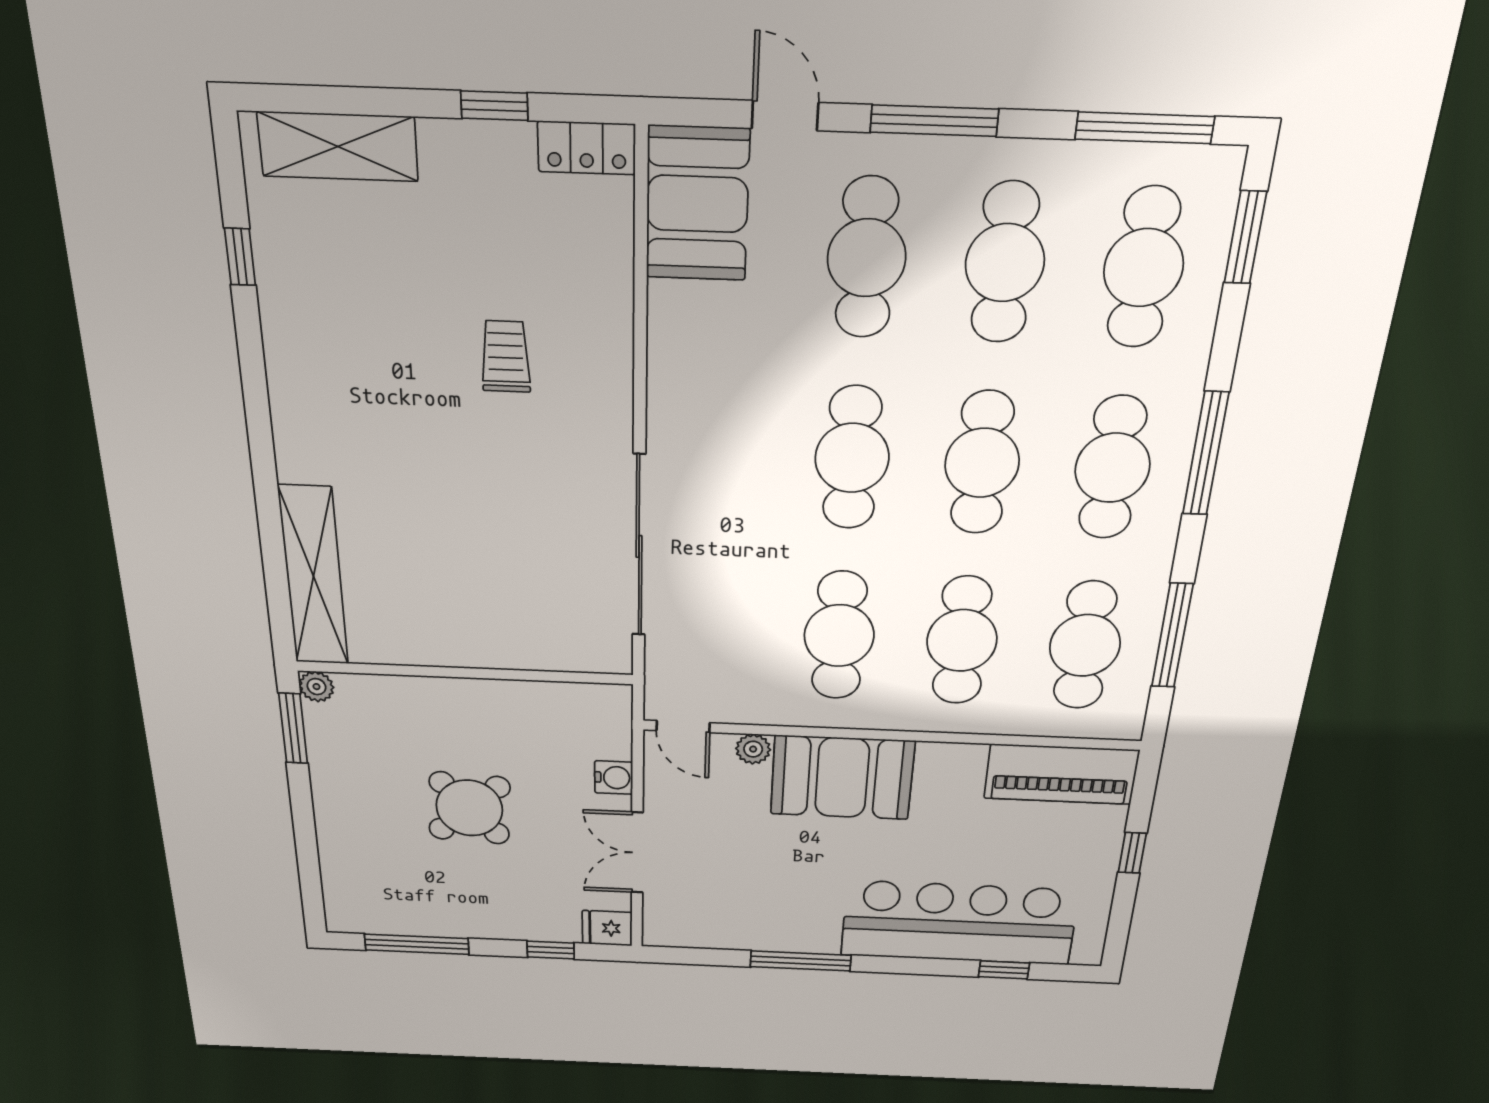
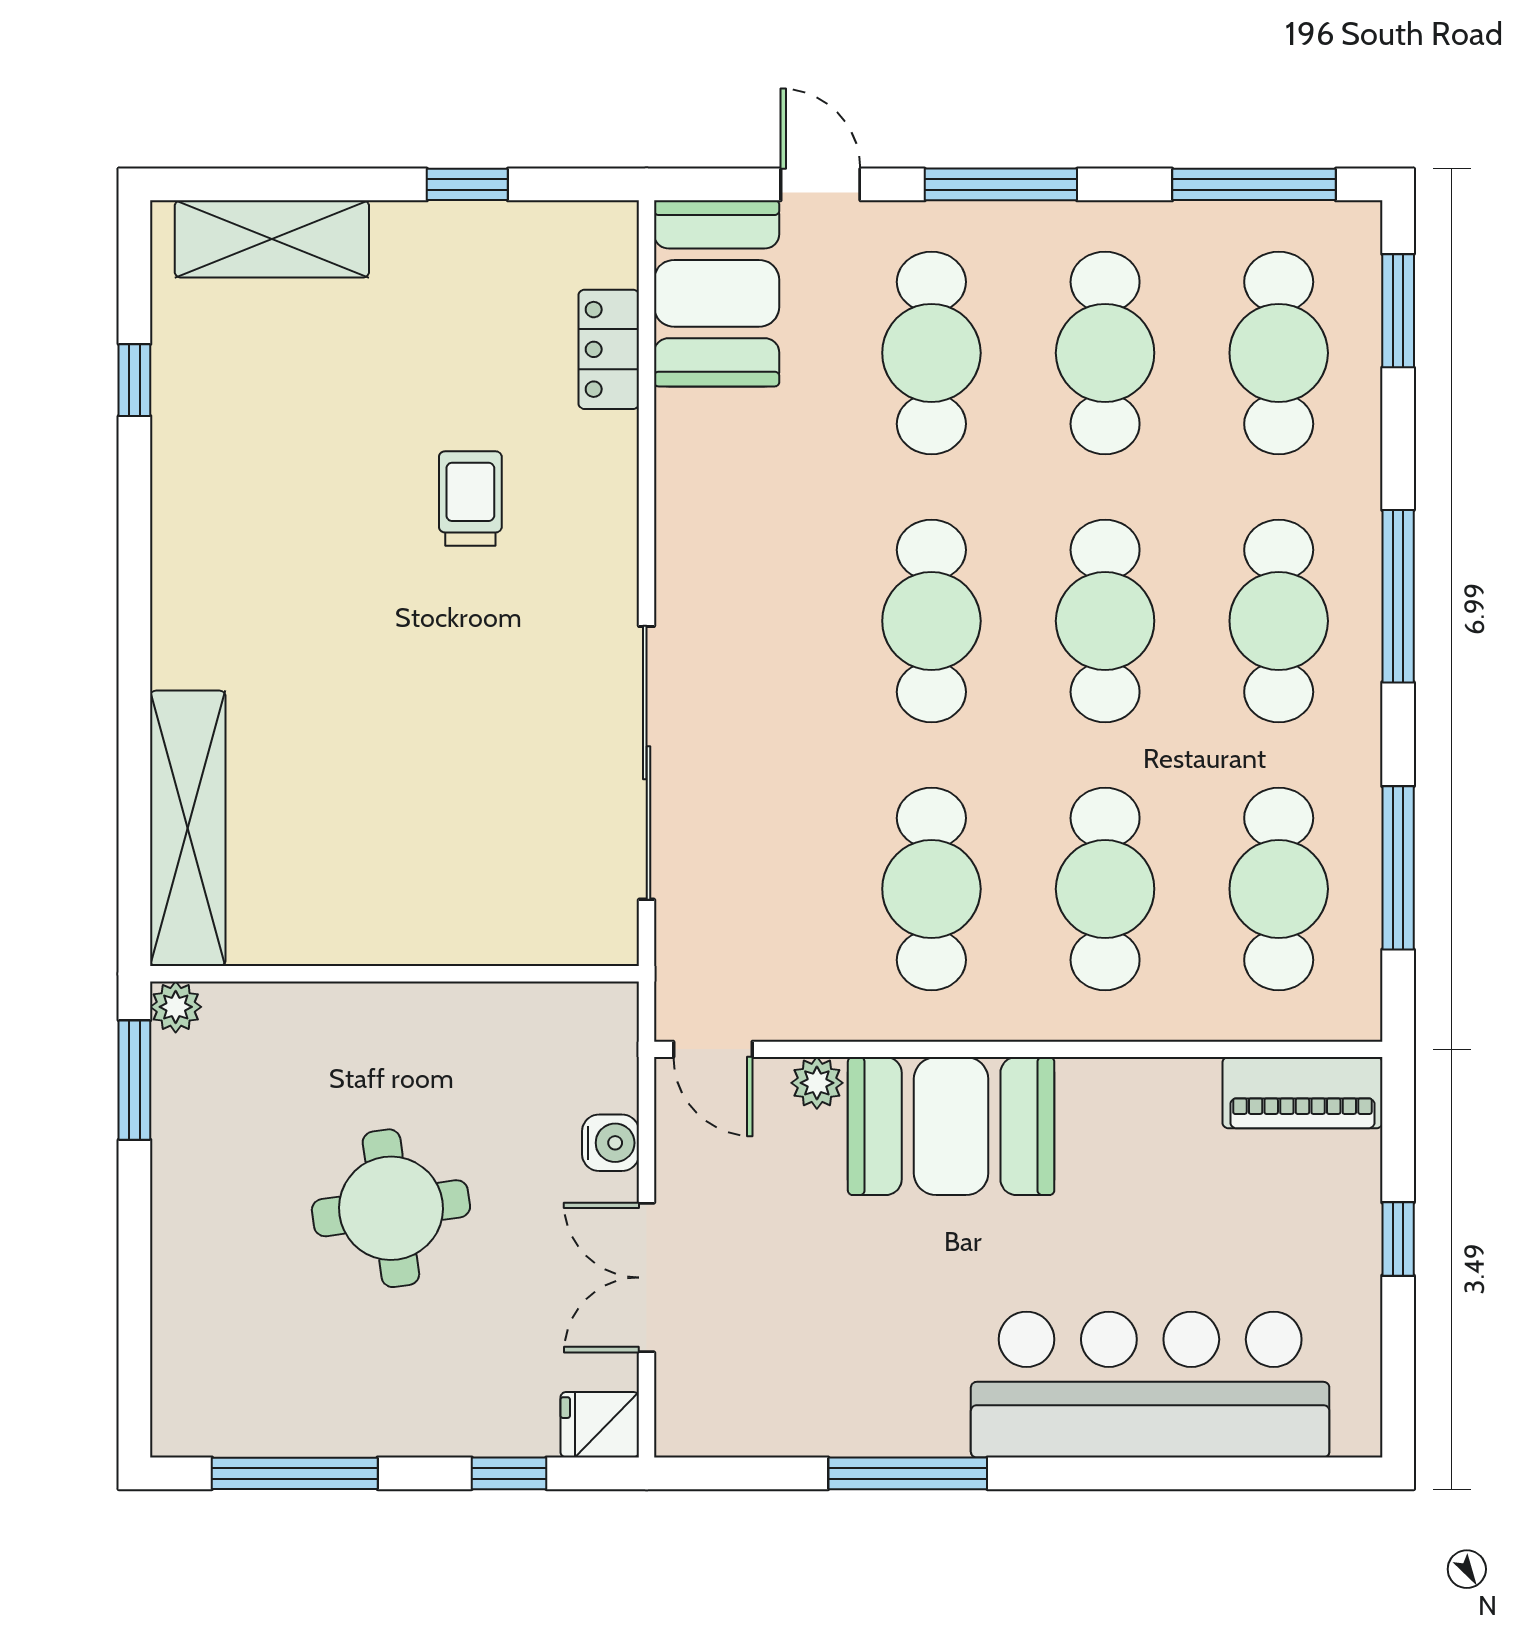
locker: (587, 148) -> (609, 349), moved, turned 90
piano: (1061, 774) -> (1302, 1093), width x0.73, depth x0.75
round table: (469, 808) -> (391, 1208), turned 34
window: (1004, 970) -> (1230, 1473), removed

